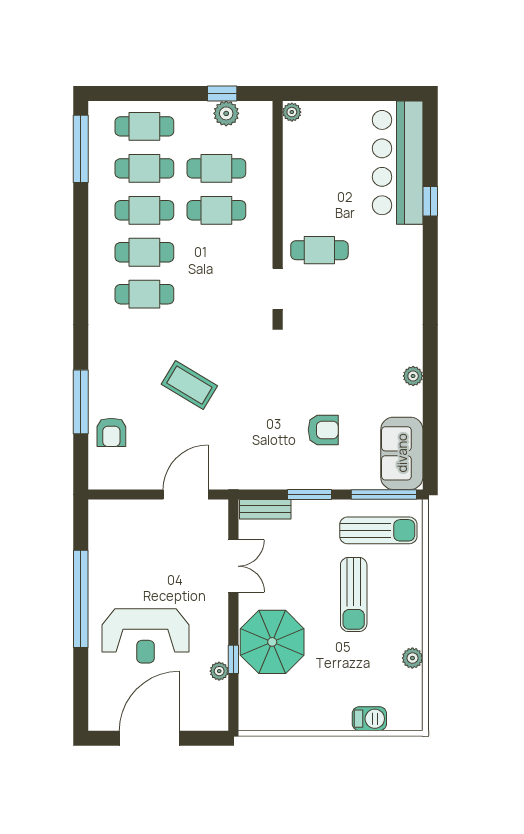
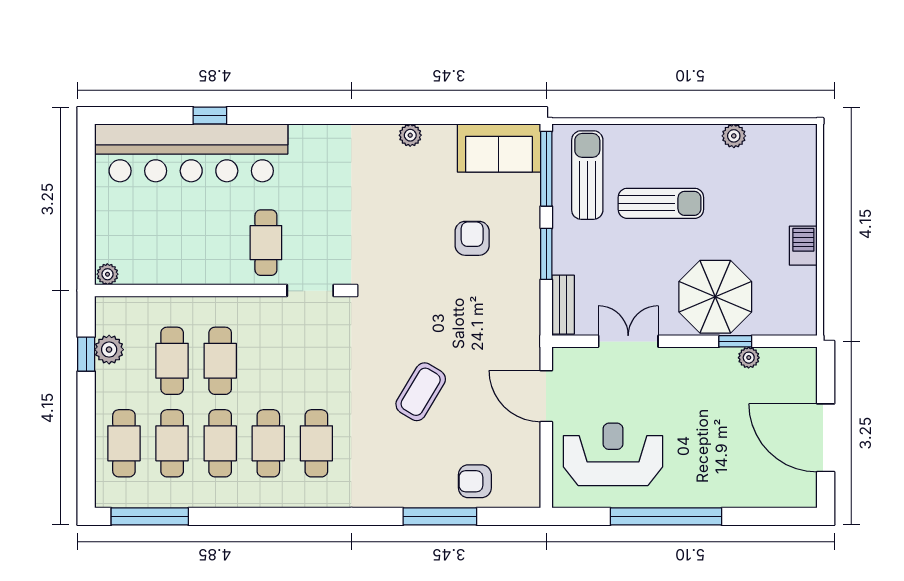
bar counter: (398, 163) -> (191, 153), width x1.36
armchair: (111, 432) -> (475, 481), turned 180
reception desk: (145, 636) -> (613, 454), moved, turned -90
barbecue: (369, 719) -> (803, 246), moved

